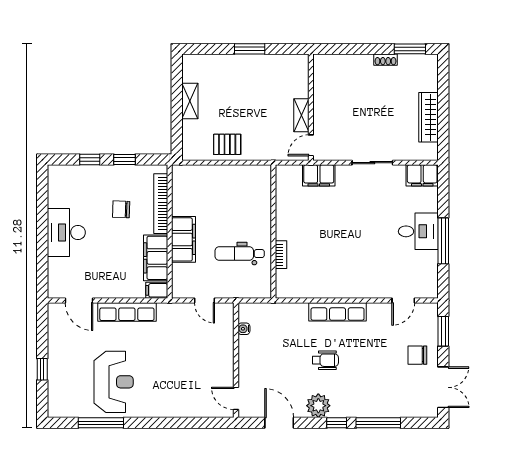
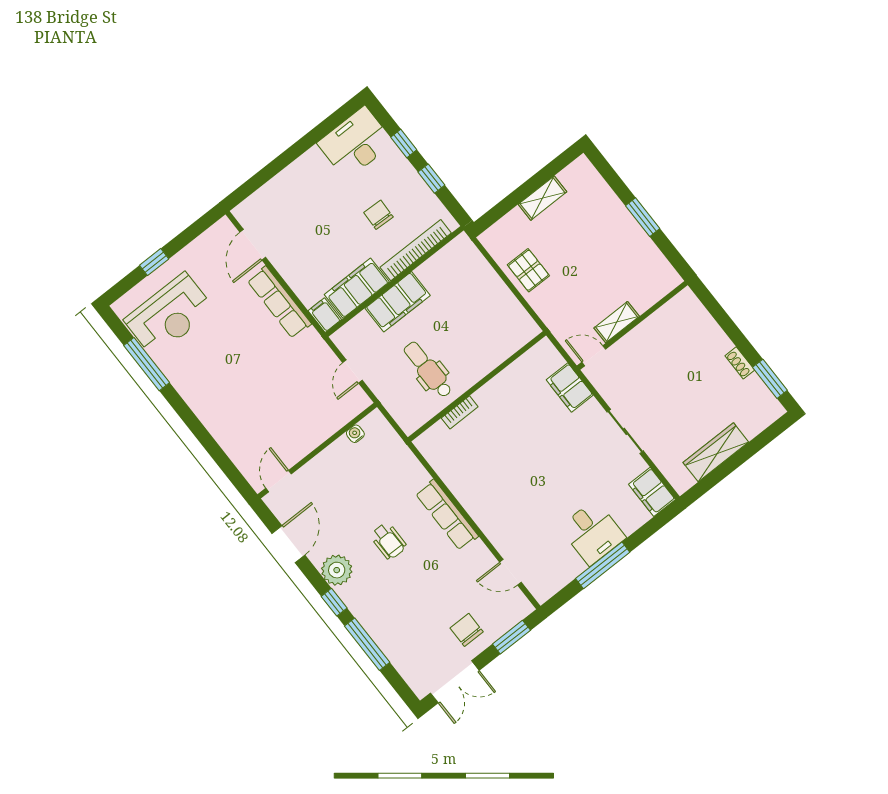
desk: (66, 232) -> (356, 143), moved
reception desk: (114, 382) -> (169, 315), moved

